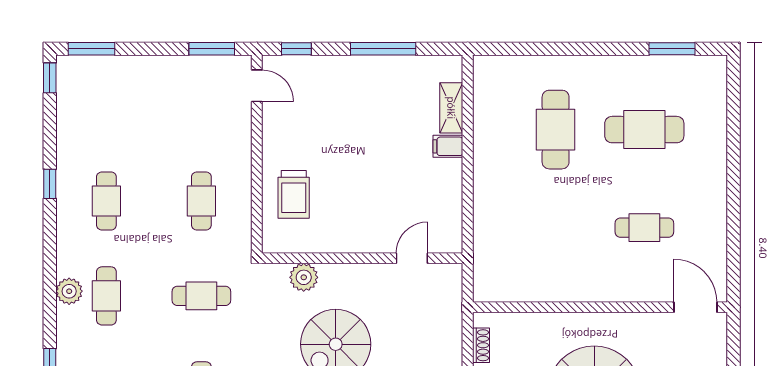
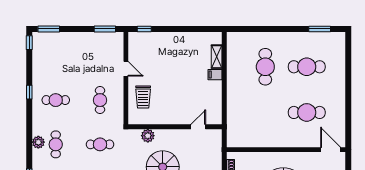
window: (383, 49) -> (185, 29), removed
door: (257, 86) -> (126, 69), moved
cafe table: (106, 201) -> (56, 100), turned 90
cafe table: (644, 228) -> (307, 112), width x1.37, depth x1.35

